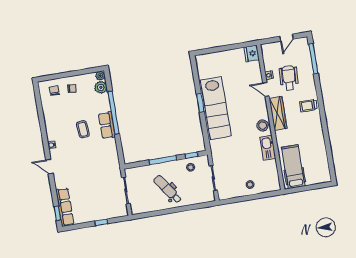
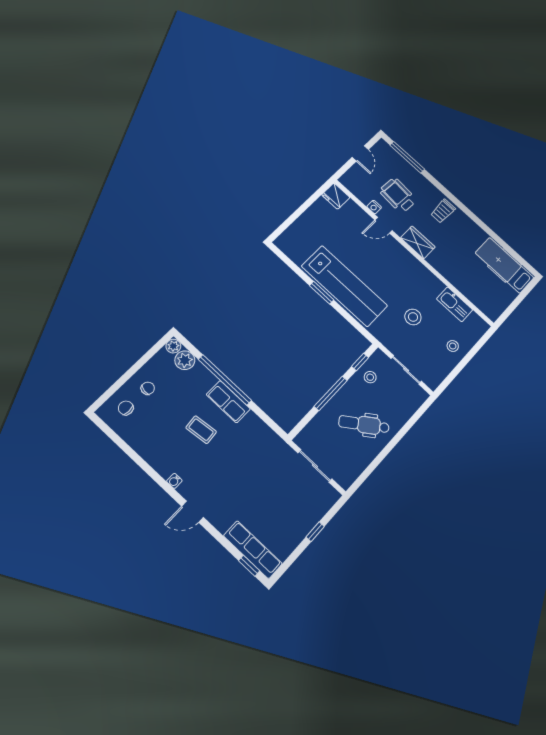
wardrobe: (278, 113) -> (418, 242), width x0.67
stool: (263, 125) -> (413, 317), moved
kitchen sink: (268, 148) -> (455, 304), moved
hospital bed: (293, 167) -> (505, 265), moved

